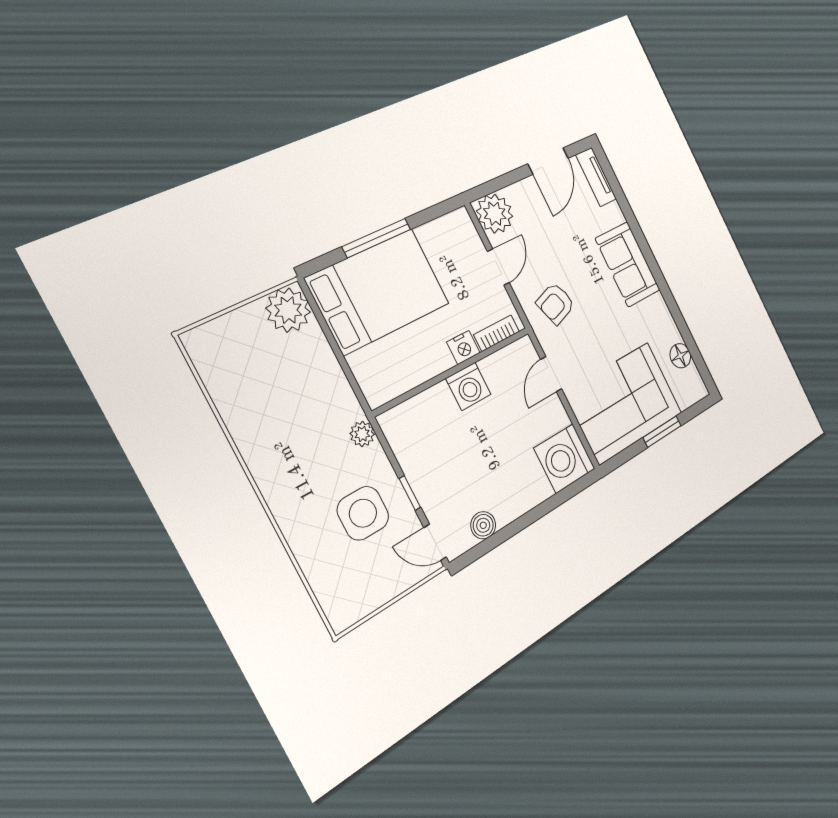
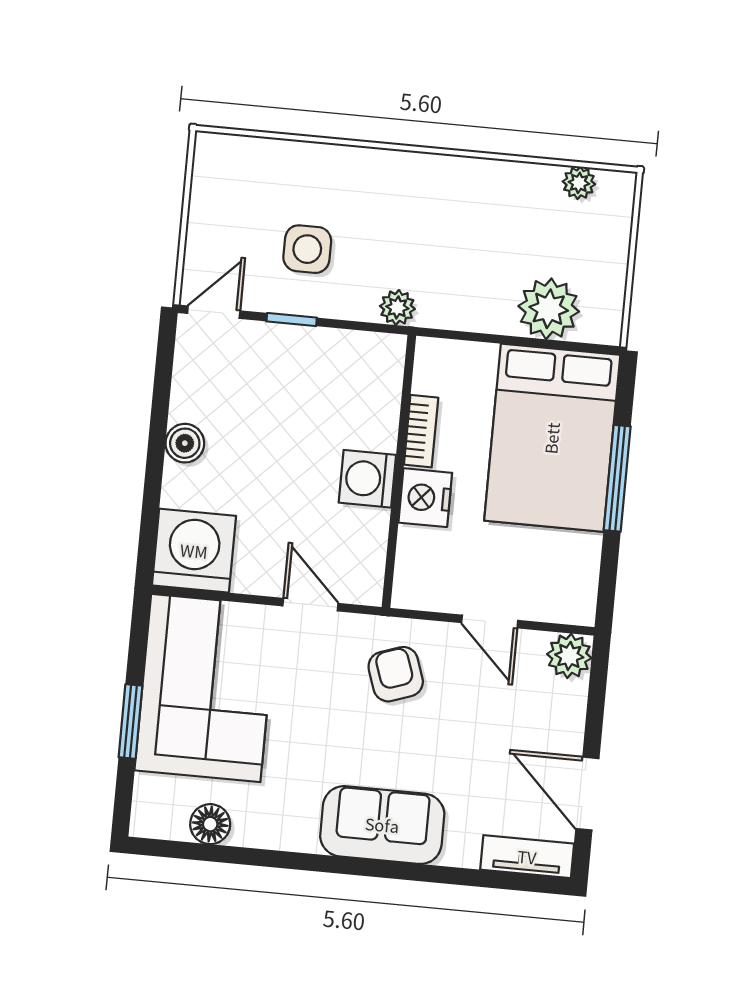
plant: (495, 214) -> (569, 656), width x0.73, depth x0.73
plant: (288, 310) -> (549, 309), moved
bookcase: (497, 333) -> (421, 431), moved
nightstand: (463, 347) -> (425, 498), width x1.36, depth x1.33
plant: (210, 369) -> (579, 183), added
side table: (363, 513) -> (307, 249), width x0.73, depth x0.73
boiler: (483, 525) -> (185, 443), moved

